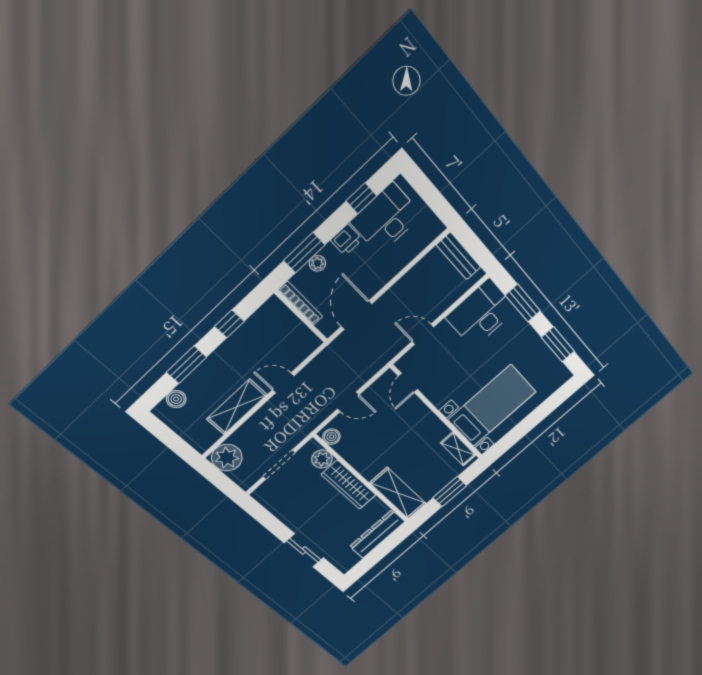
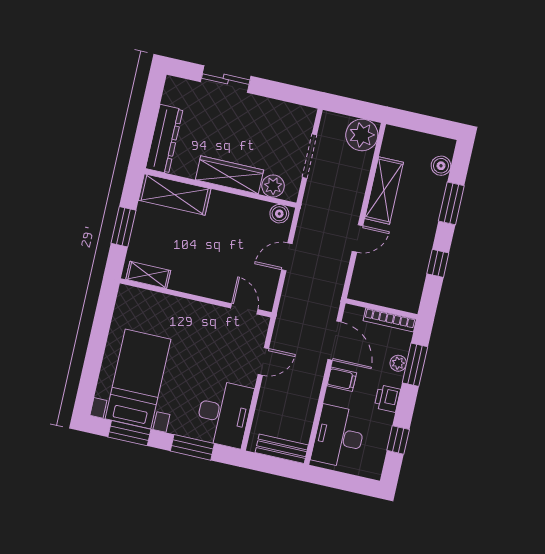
desk: (386, 219) -> (339, 437), moved, turned 180
filing cabinet: (372, 280) -> (342, 379), added
bed with nightstands: (492, 406) -> (138, 379), moved, turned 180

